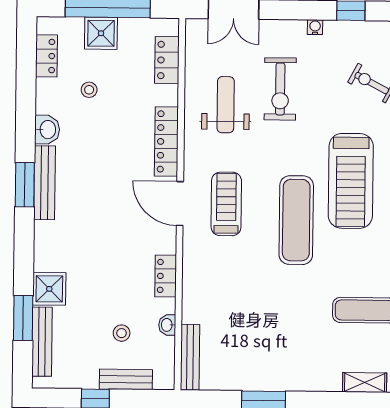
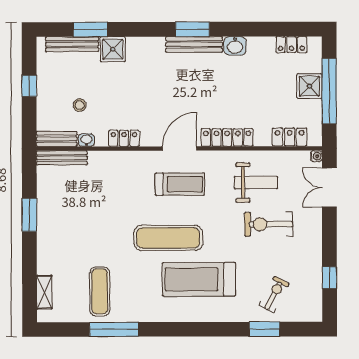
water cooler: (315, 27) -> (316, 156), moved
stool: (89, 90) -> (266, 78), removed
bench: (126, 379) -> (57, 139), moved, turned 90

